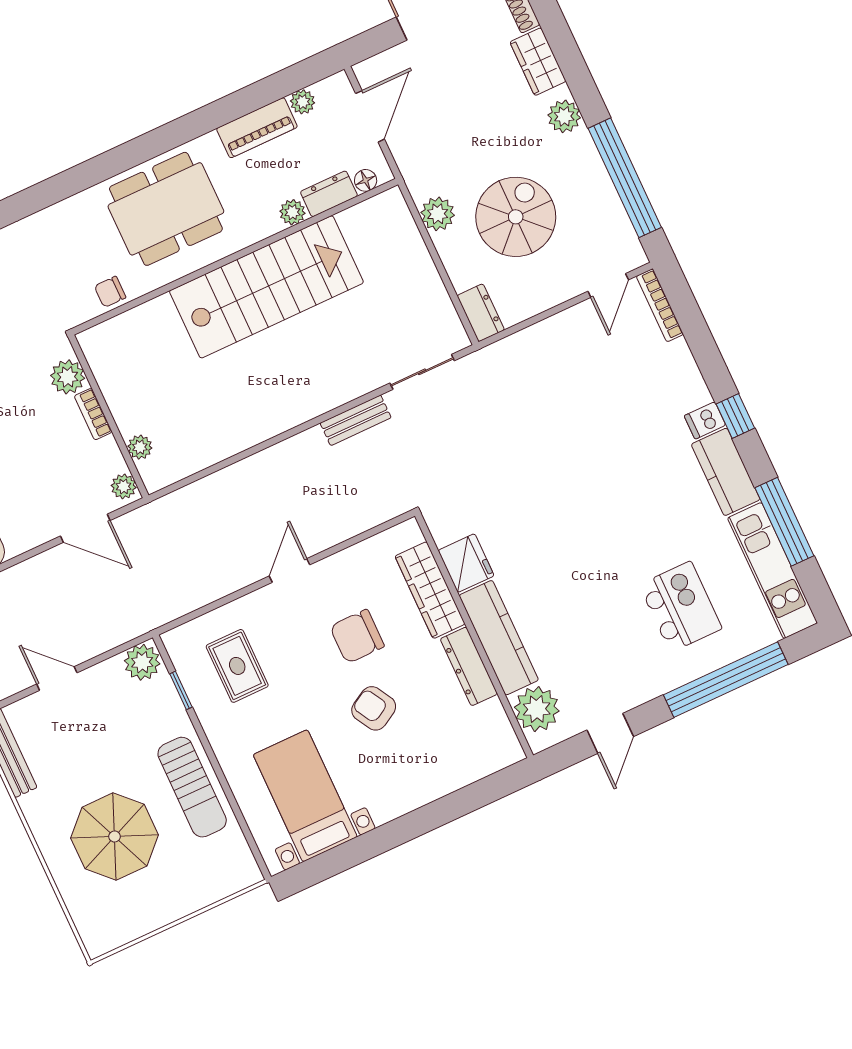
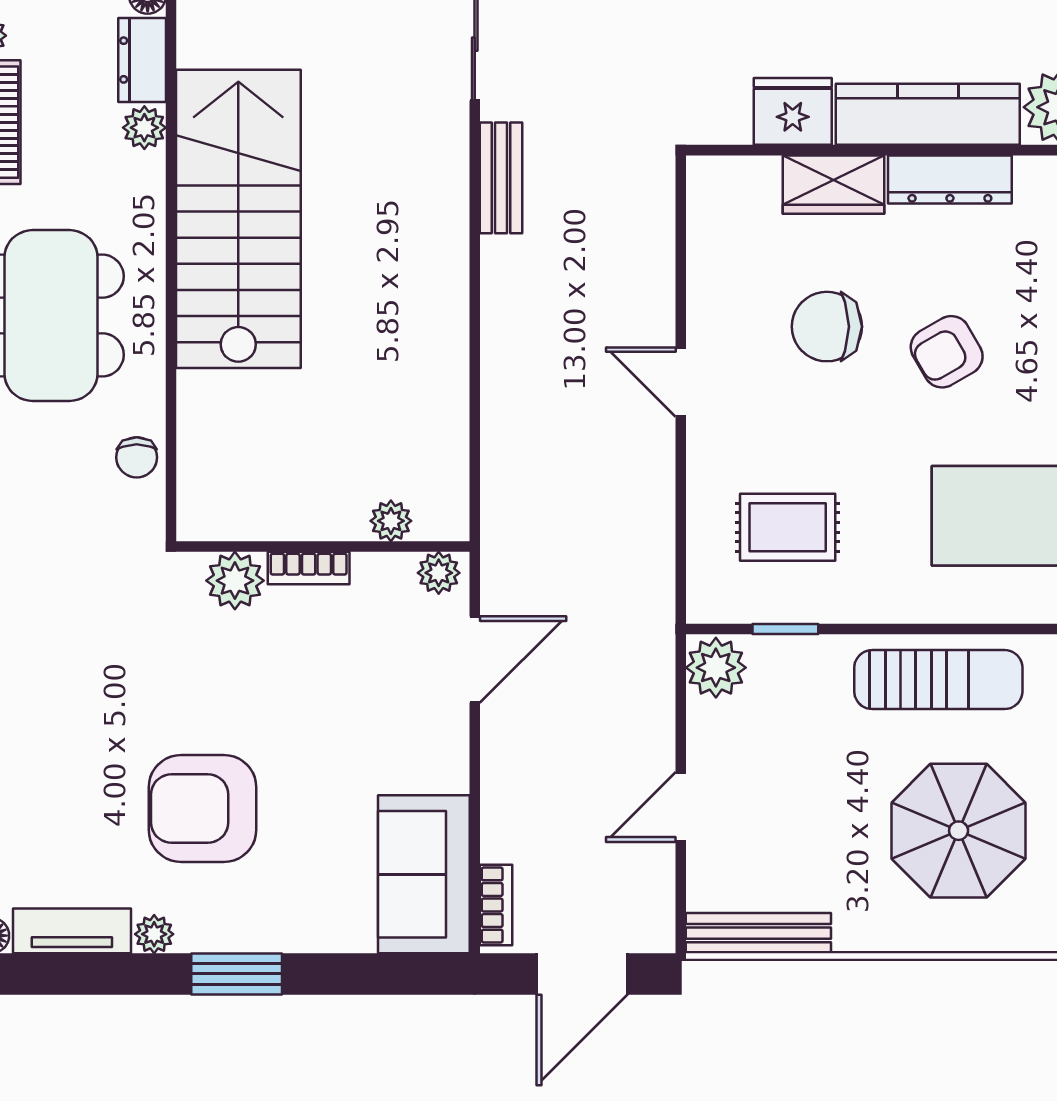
wardrobe: (430, 590) -> (833, 185), width x0.67
chair: (357, 636) -> (827, 327), turned 90

